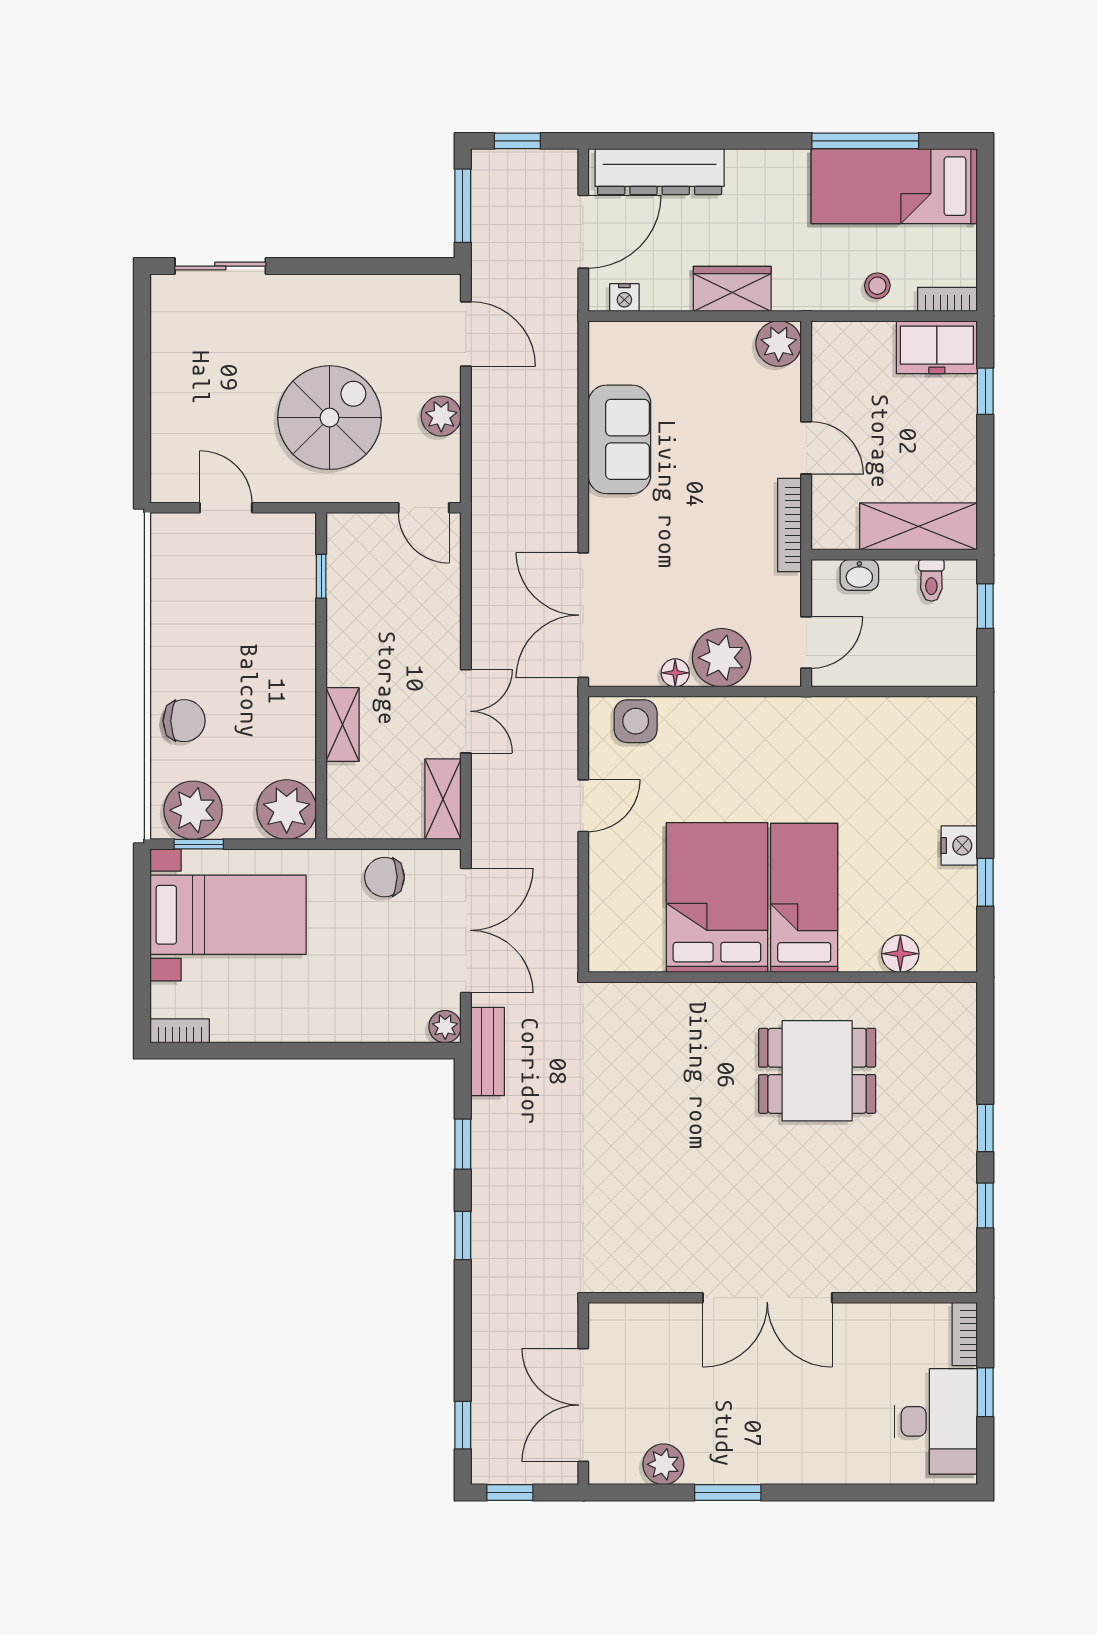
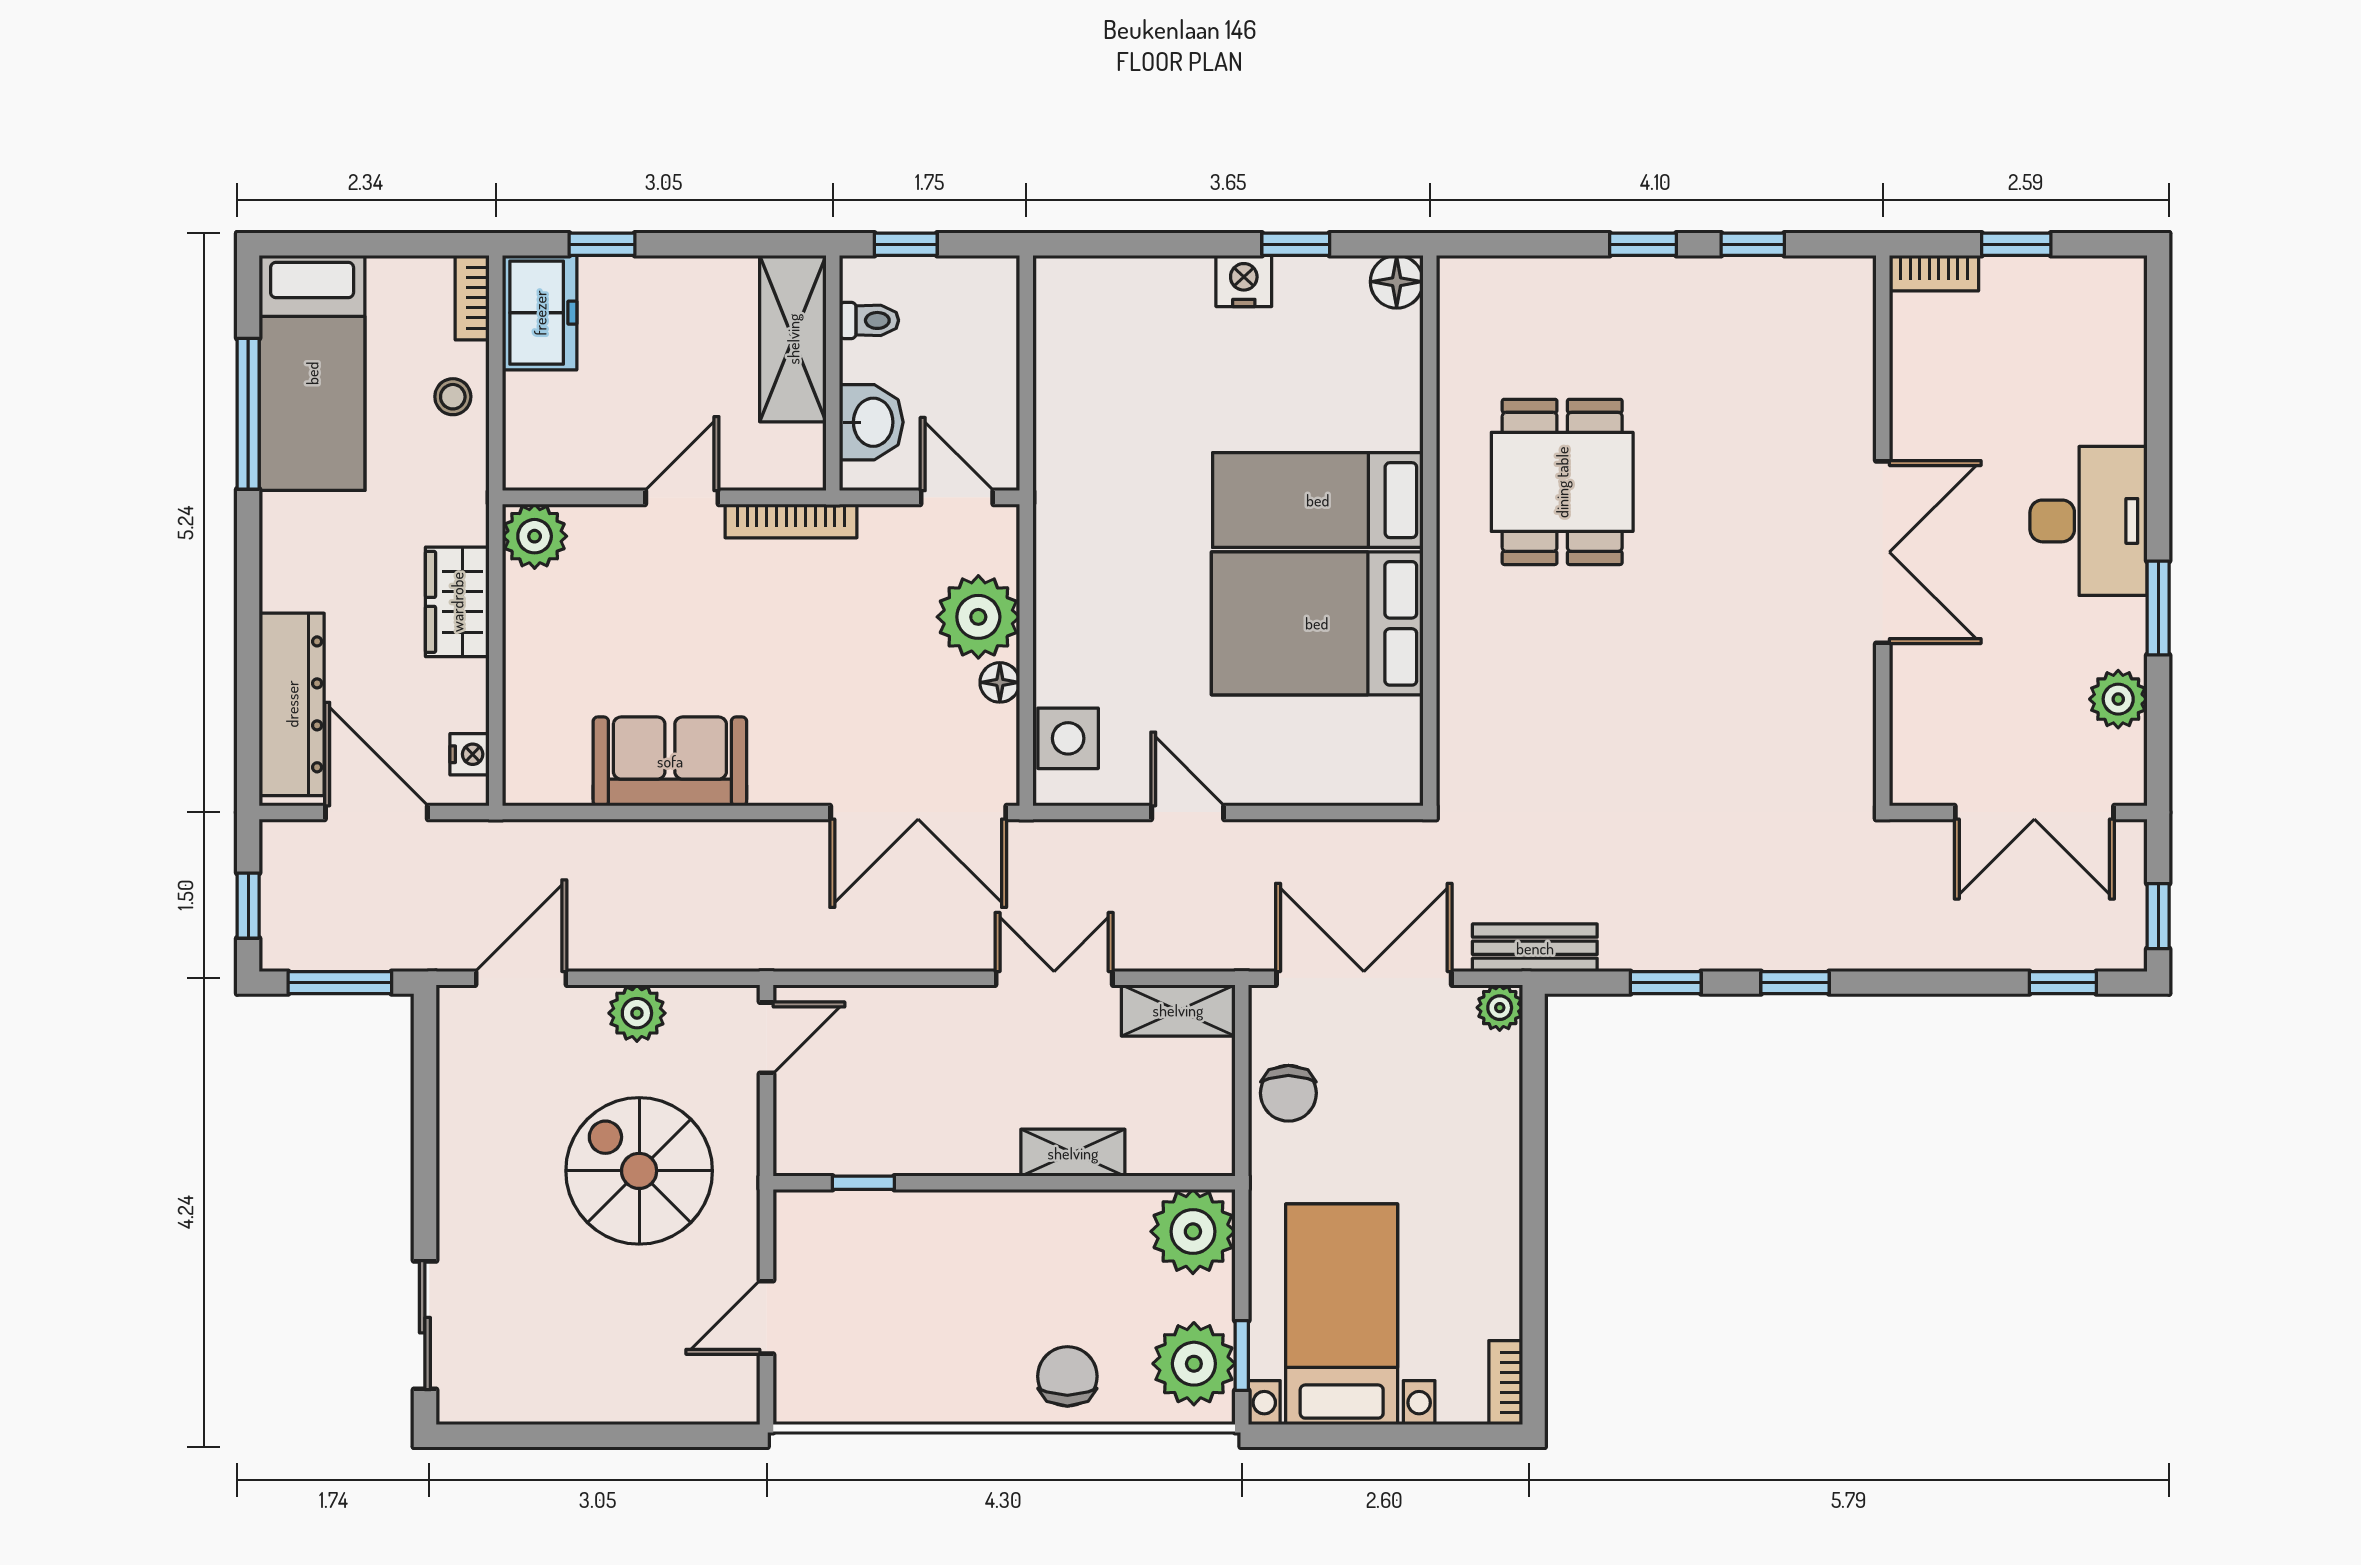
washbasin: (859, 575) -> (871, 422), width x1.38, depth x1.45
floor lamp: (900, 954) -> (1397, 282), moved
desk: (936, 1421) -> (2088, 521), moved, turned 90

